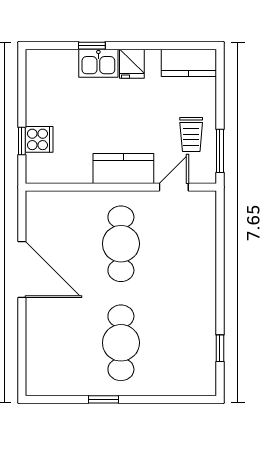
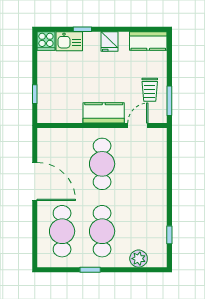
kitchen sink: (98, 63) -> (69, 41), moved
cooker: (39, 139) -> (46, 41), moved, turned 90
cafe table: (62, 343) -> (62, 231), added
plant: (175, 383) -> (139, 259), added

